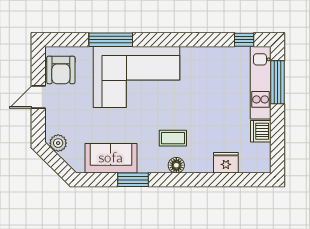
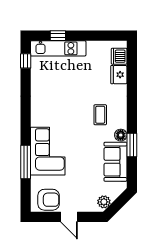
corner sofa: (137, 77) -> (48, 151), width x0.73, depth x0.74
window: (277, 82) -> (58, 36), width x0.46
dishwasher: (261, 131) -> (119, 56), moved, turned 90
floor lamp: (176, 165) -> (121, 135), moved

